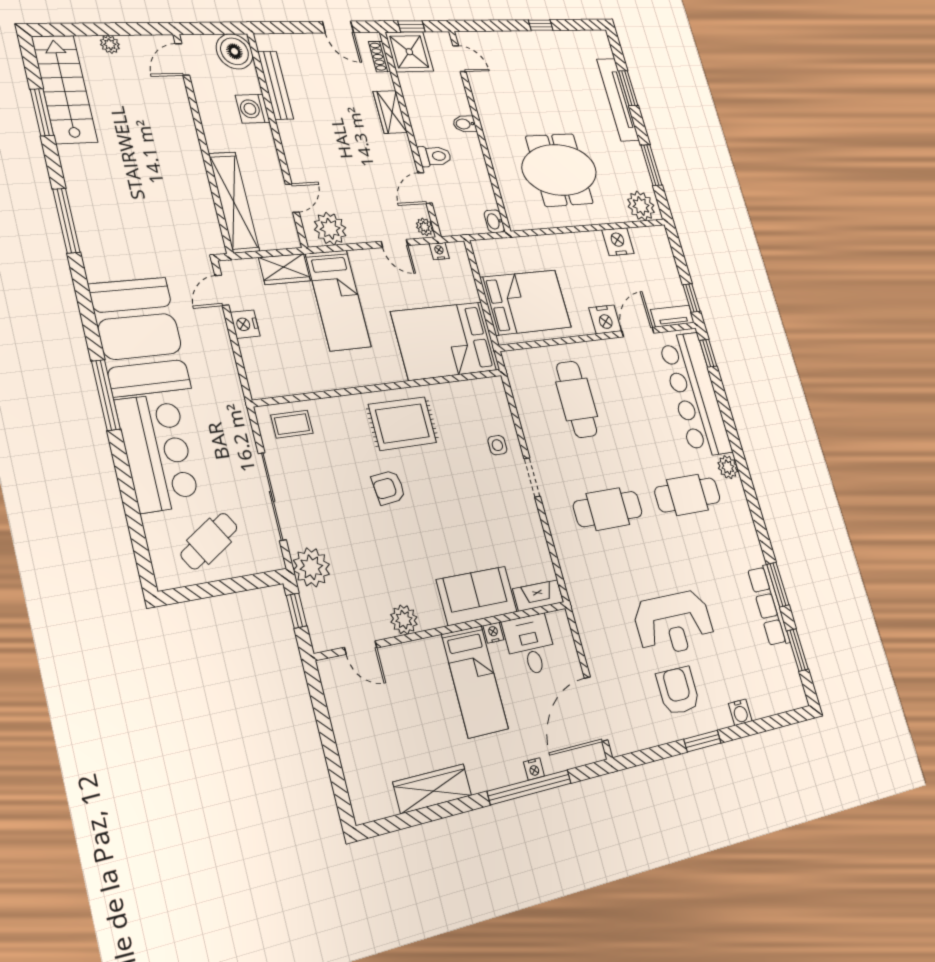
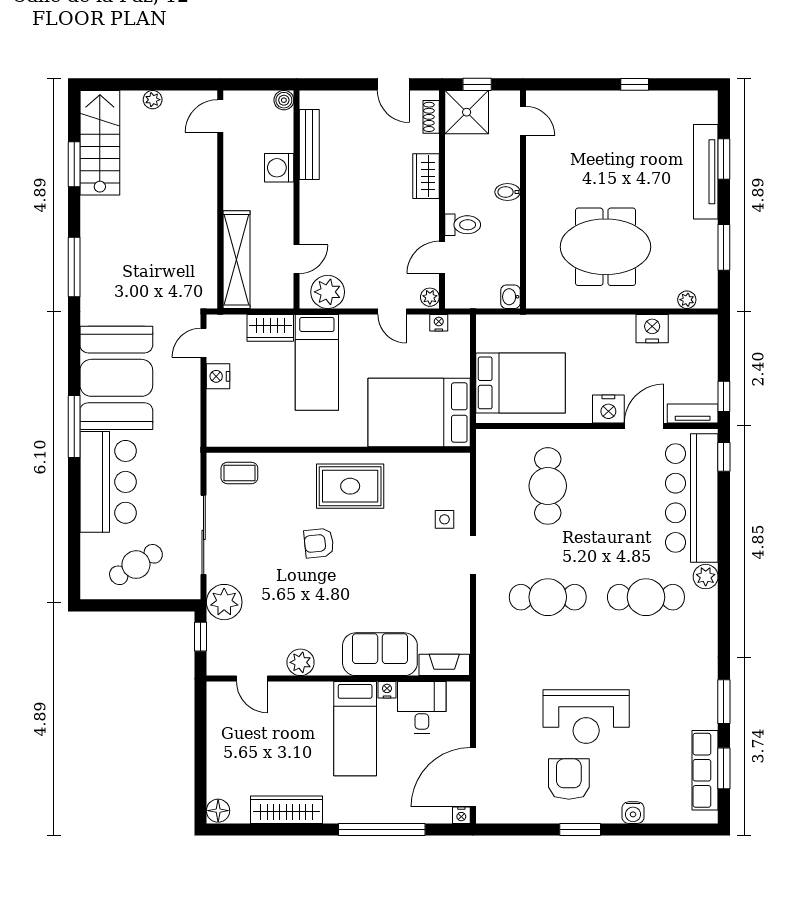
boiler: (234, 51) -> (284, 100), width x0.54, depth x0.54
plant: (641, 206) -> (687, 300), width x0.53, depth x0.53
row of seats: (769, 605) -> (705, 770), moved
nightstand: (534, 769) -> (461, 815), moved
floor lamp: (364, 808) -> (218, 811), added

